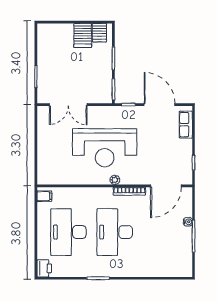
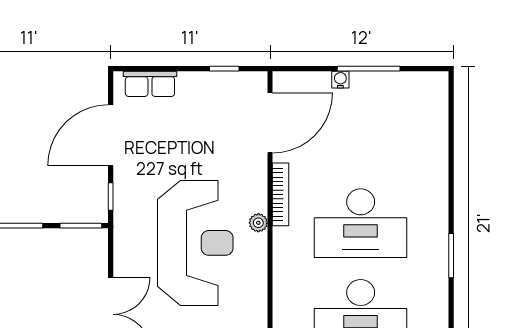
door: (166, 186) -> (270, 123), hinge flipped

